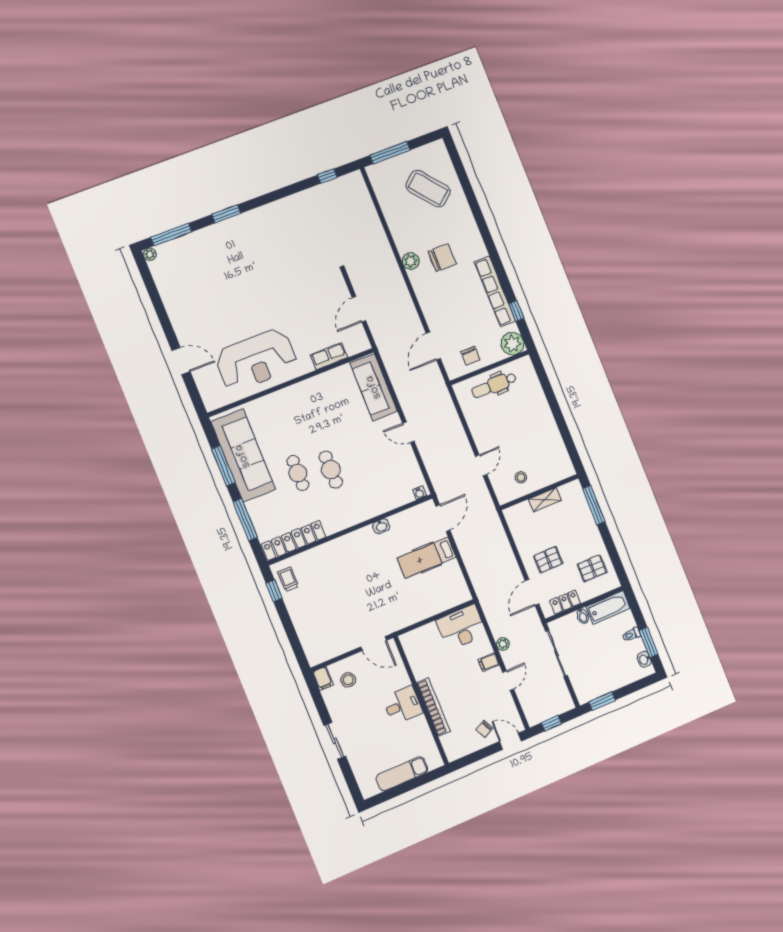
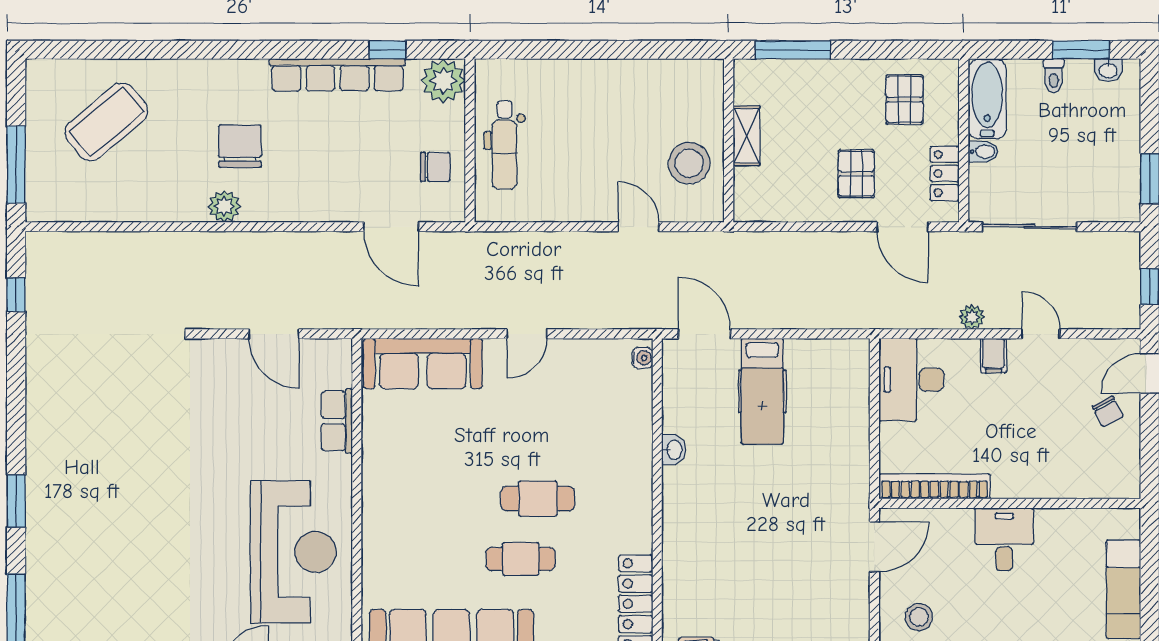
stool: (521, 477) -> (689, 163), width x1.89, depth x1.89
bookcase: (433, 707) -> (935, 486), moved

